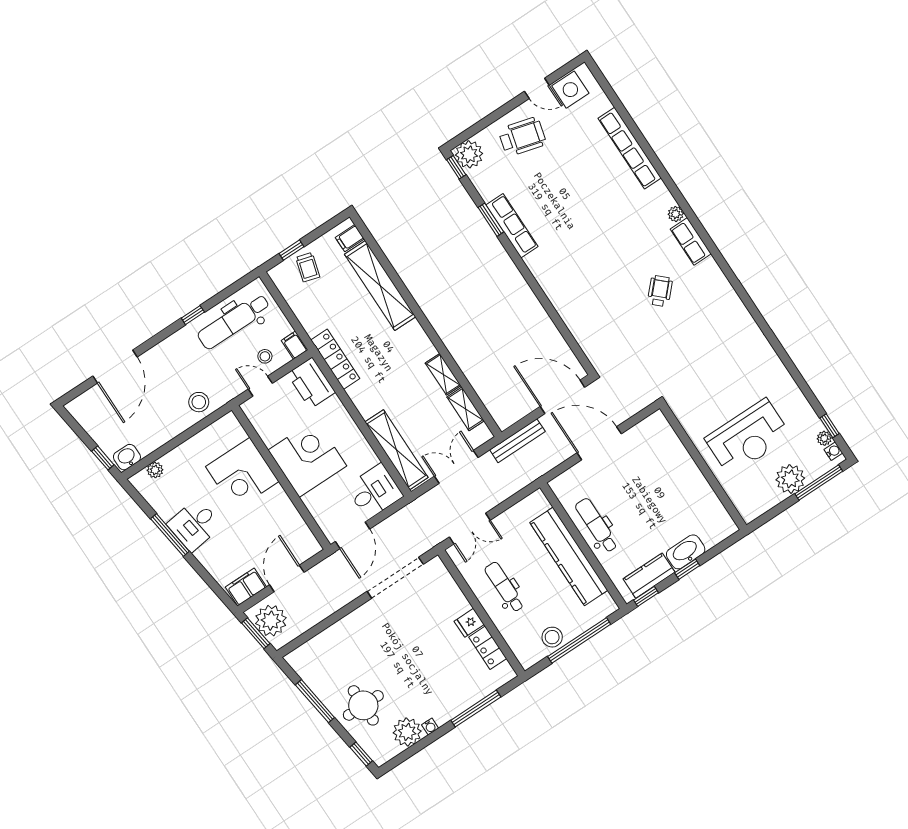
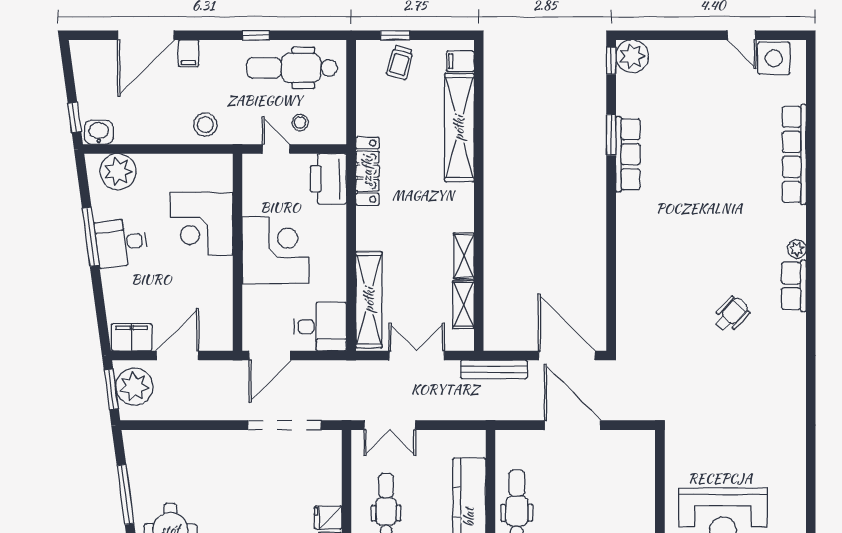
wheelchair: (522, 137) -> (696, 73), removed
filing cabinet: (294, 345) -> (189, 53), moved, turned 180
plant: (155, 470) -> (118, 172), width x1.88, depth x1.88

